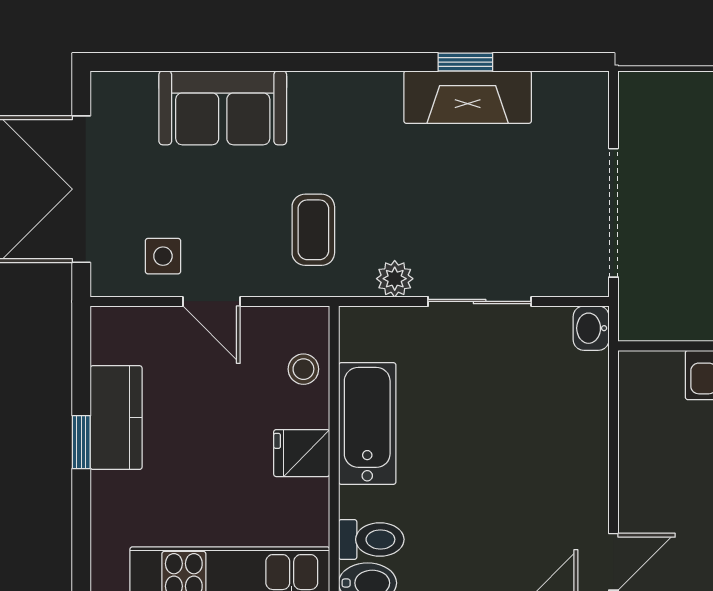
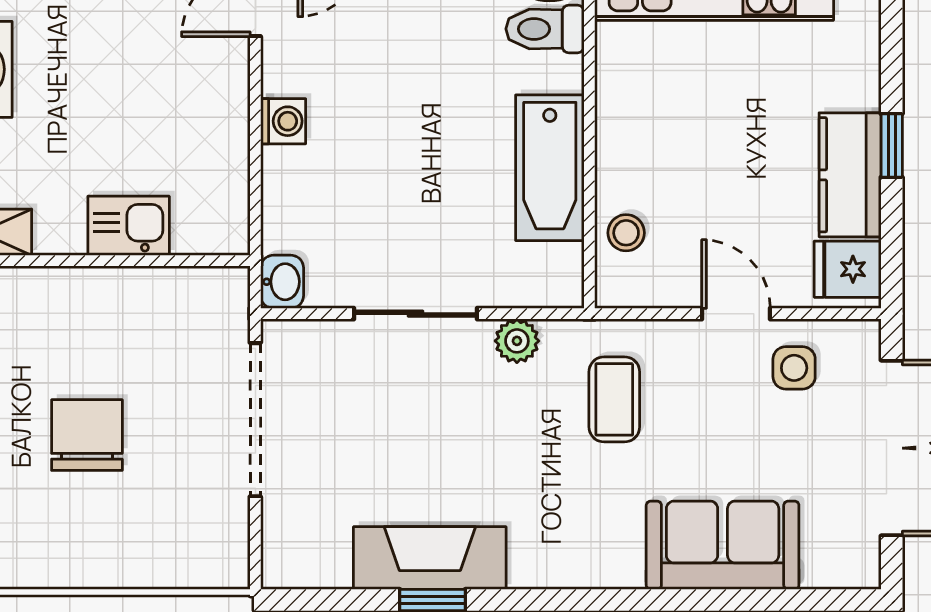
fridge: (302, 453) -> (848, 269), moved, turned 180
washing machine: (590, 462) -> (283, 121), added

